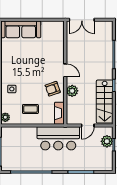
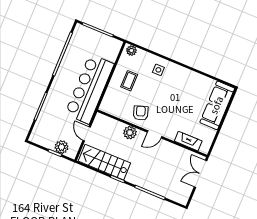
fireplace: (59, 113) -> (188, 141), moved
bar counter: (58, 138) -> (89, 89), width x1.36

